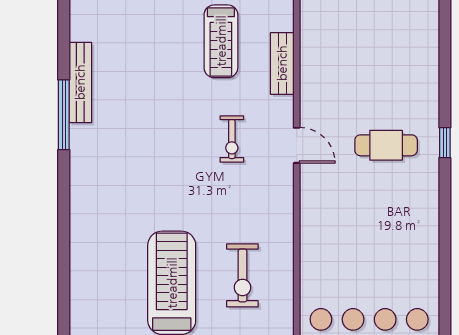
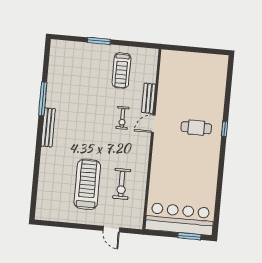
bench: (282, 63) -> (149, 98), moved
bench: (80, 82) -> (48, 127), moved
door: (297, 145) -> (153, 124), swing flipped

